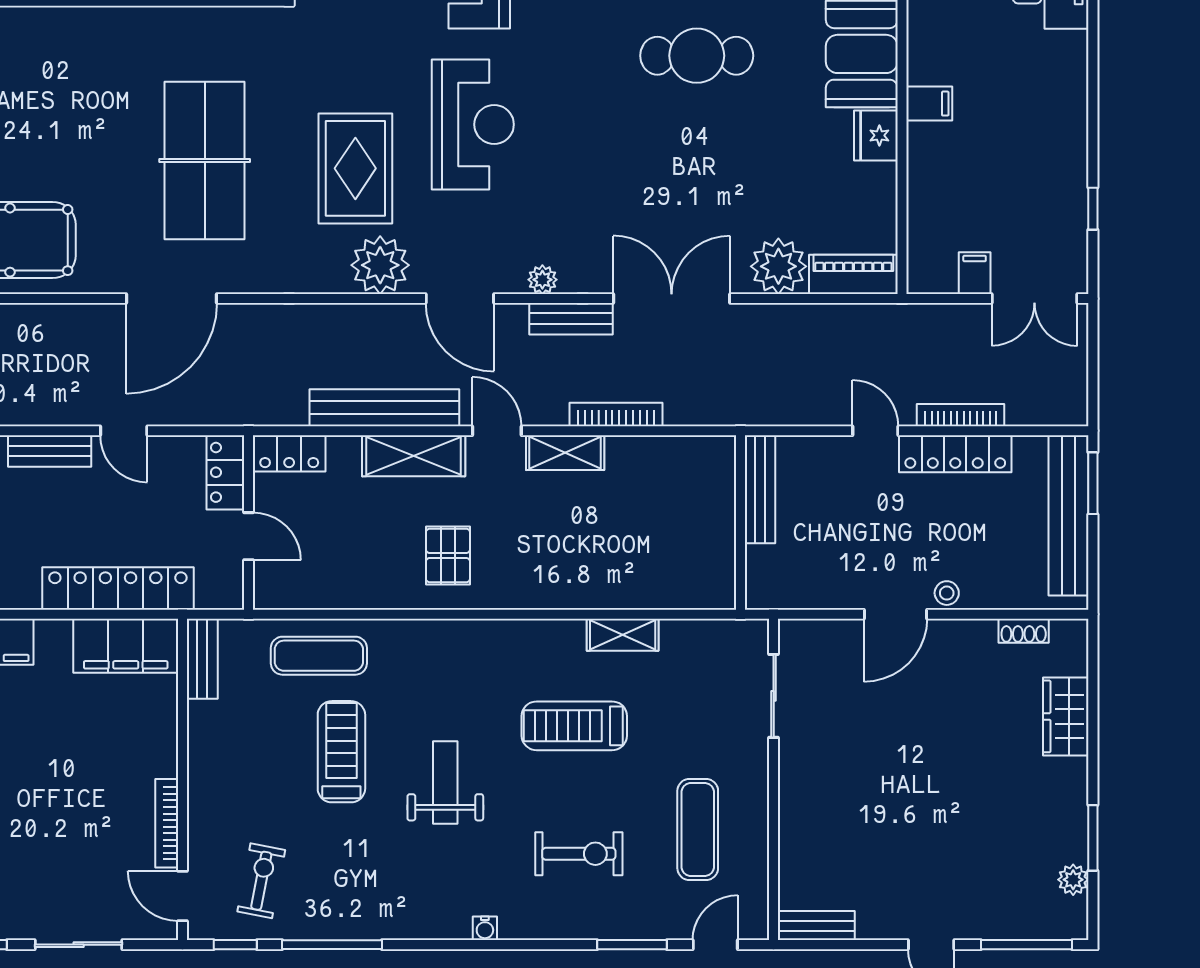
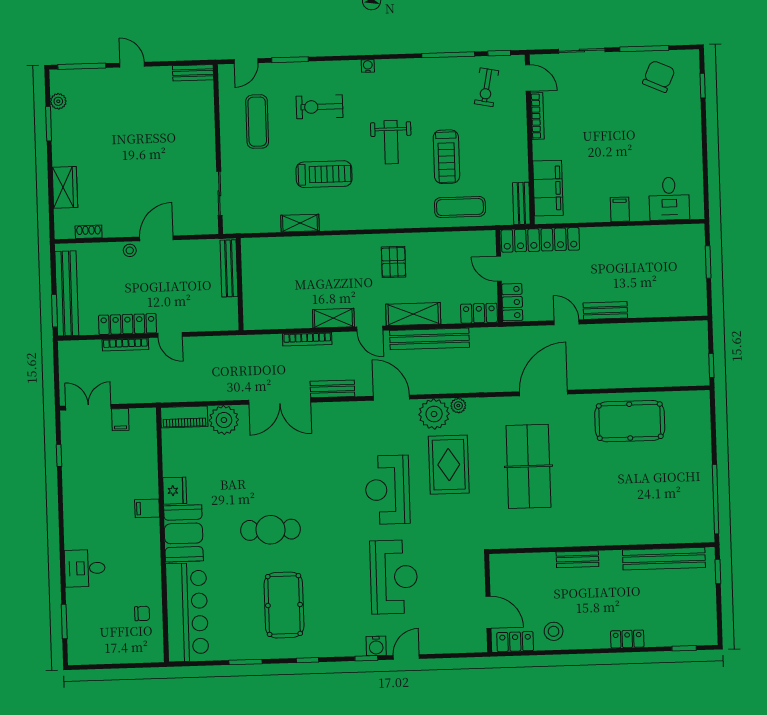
plant: (542, 280) -> (458, 406), moved
bench: (760, 489) -> (229, 268), moved
locker: (118, 588) -> (540, 240), moved
filing cabinet: (126, 646) -> (548, 188), moved, turned 90

